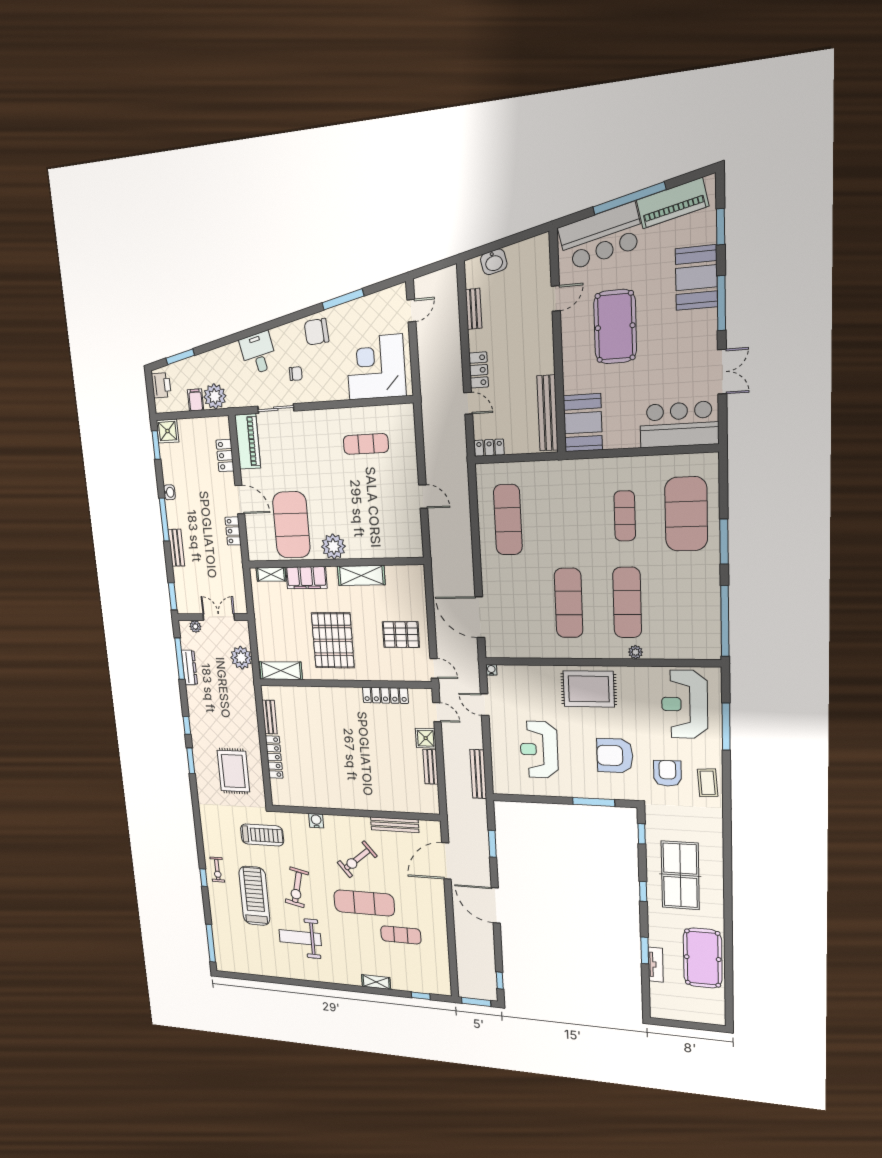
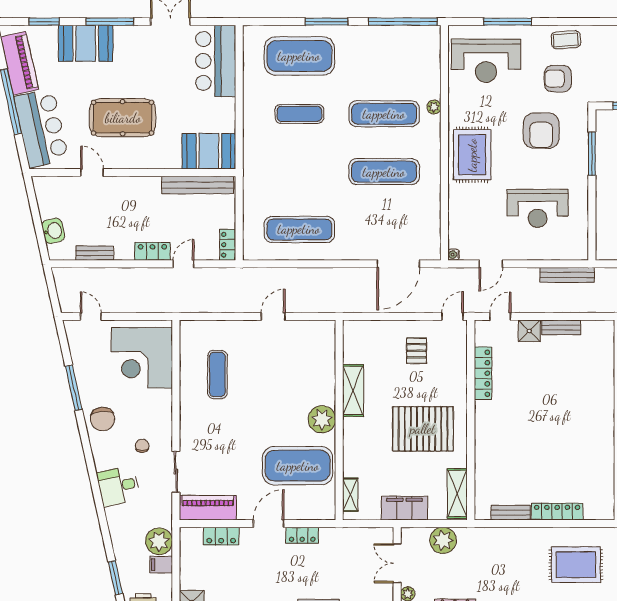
filing cabinet: (306, 578) -> (404, 508), moved, turned -90
pallet: (401, 635) -> (417, 351), width x0.67, depth x0.71

